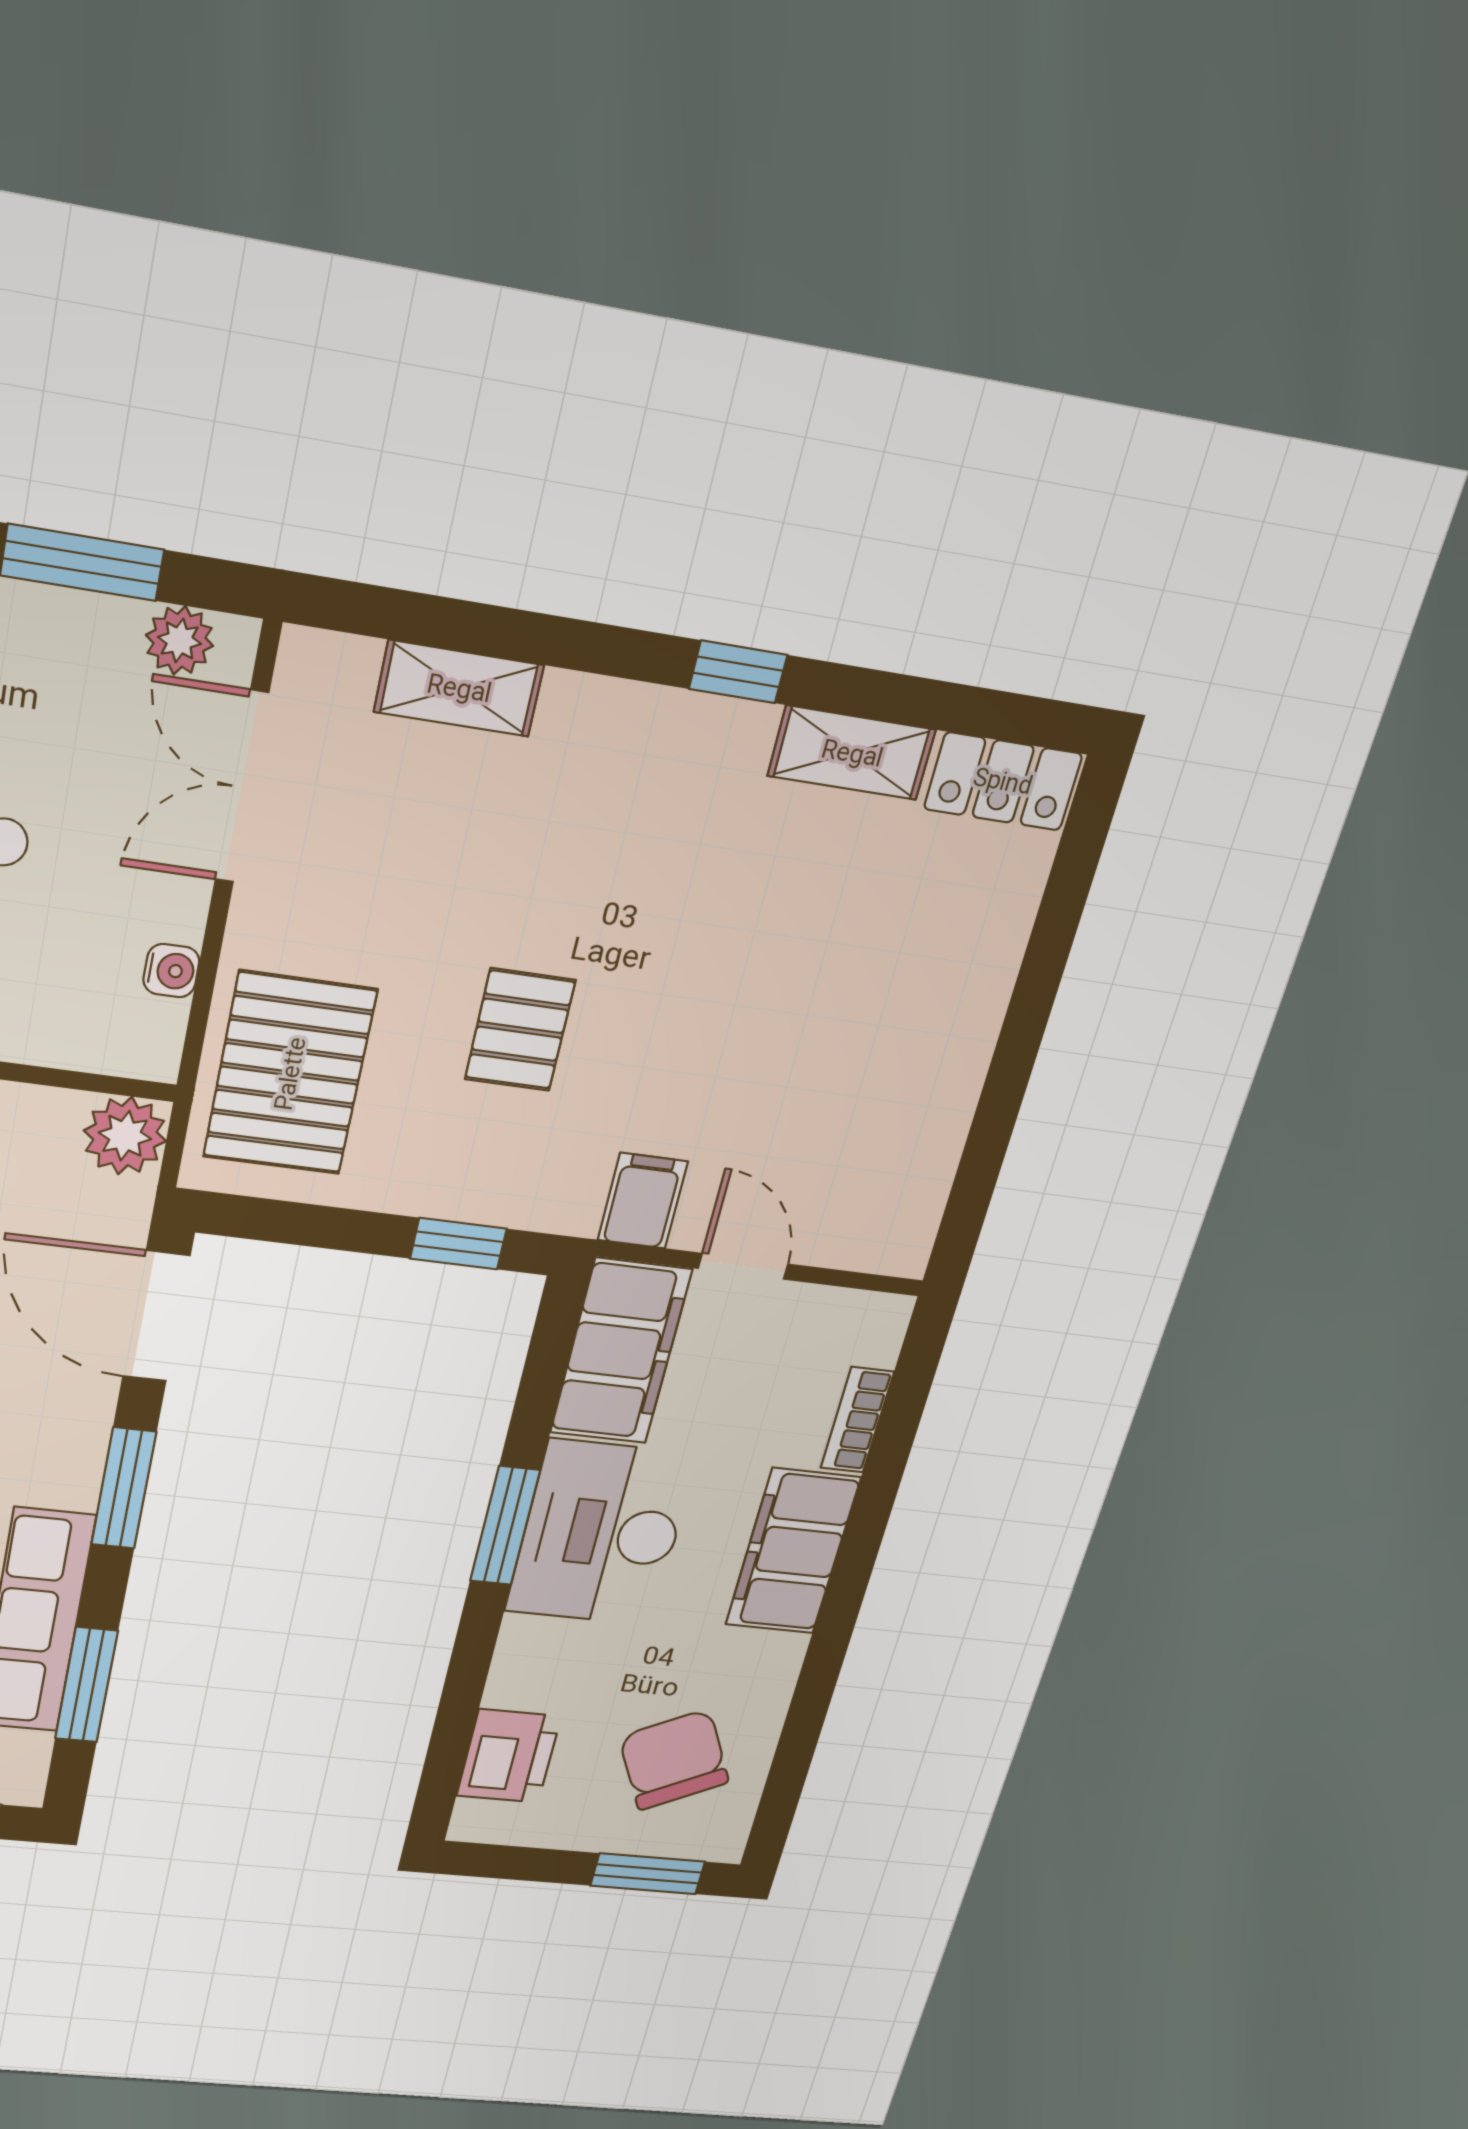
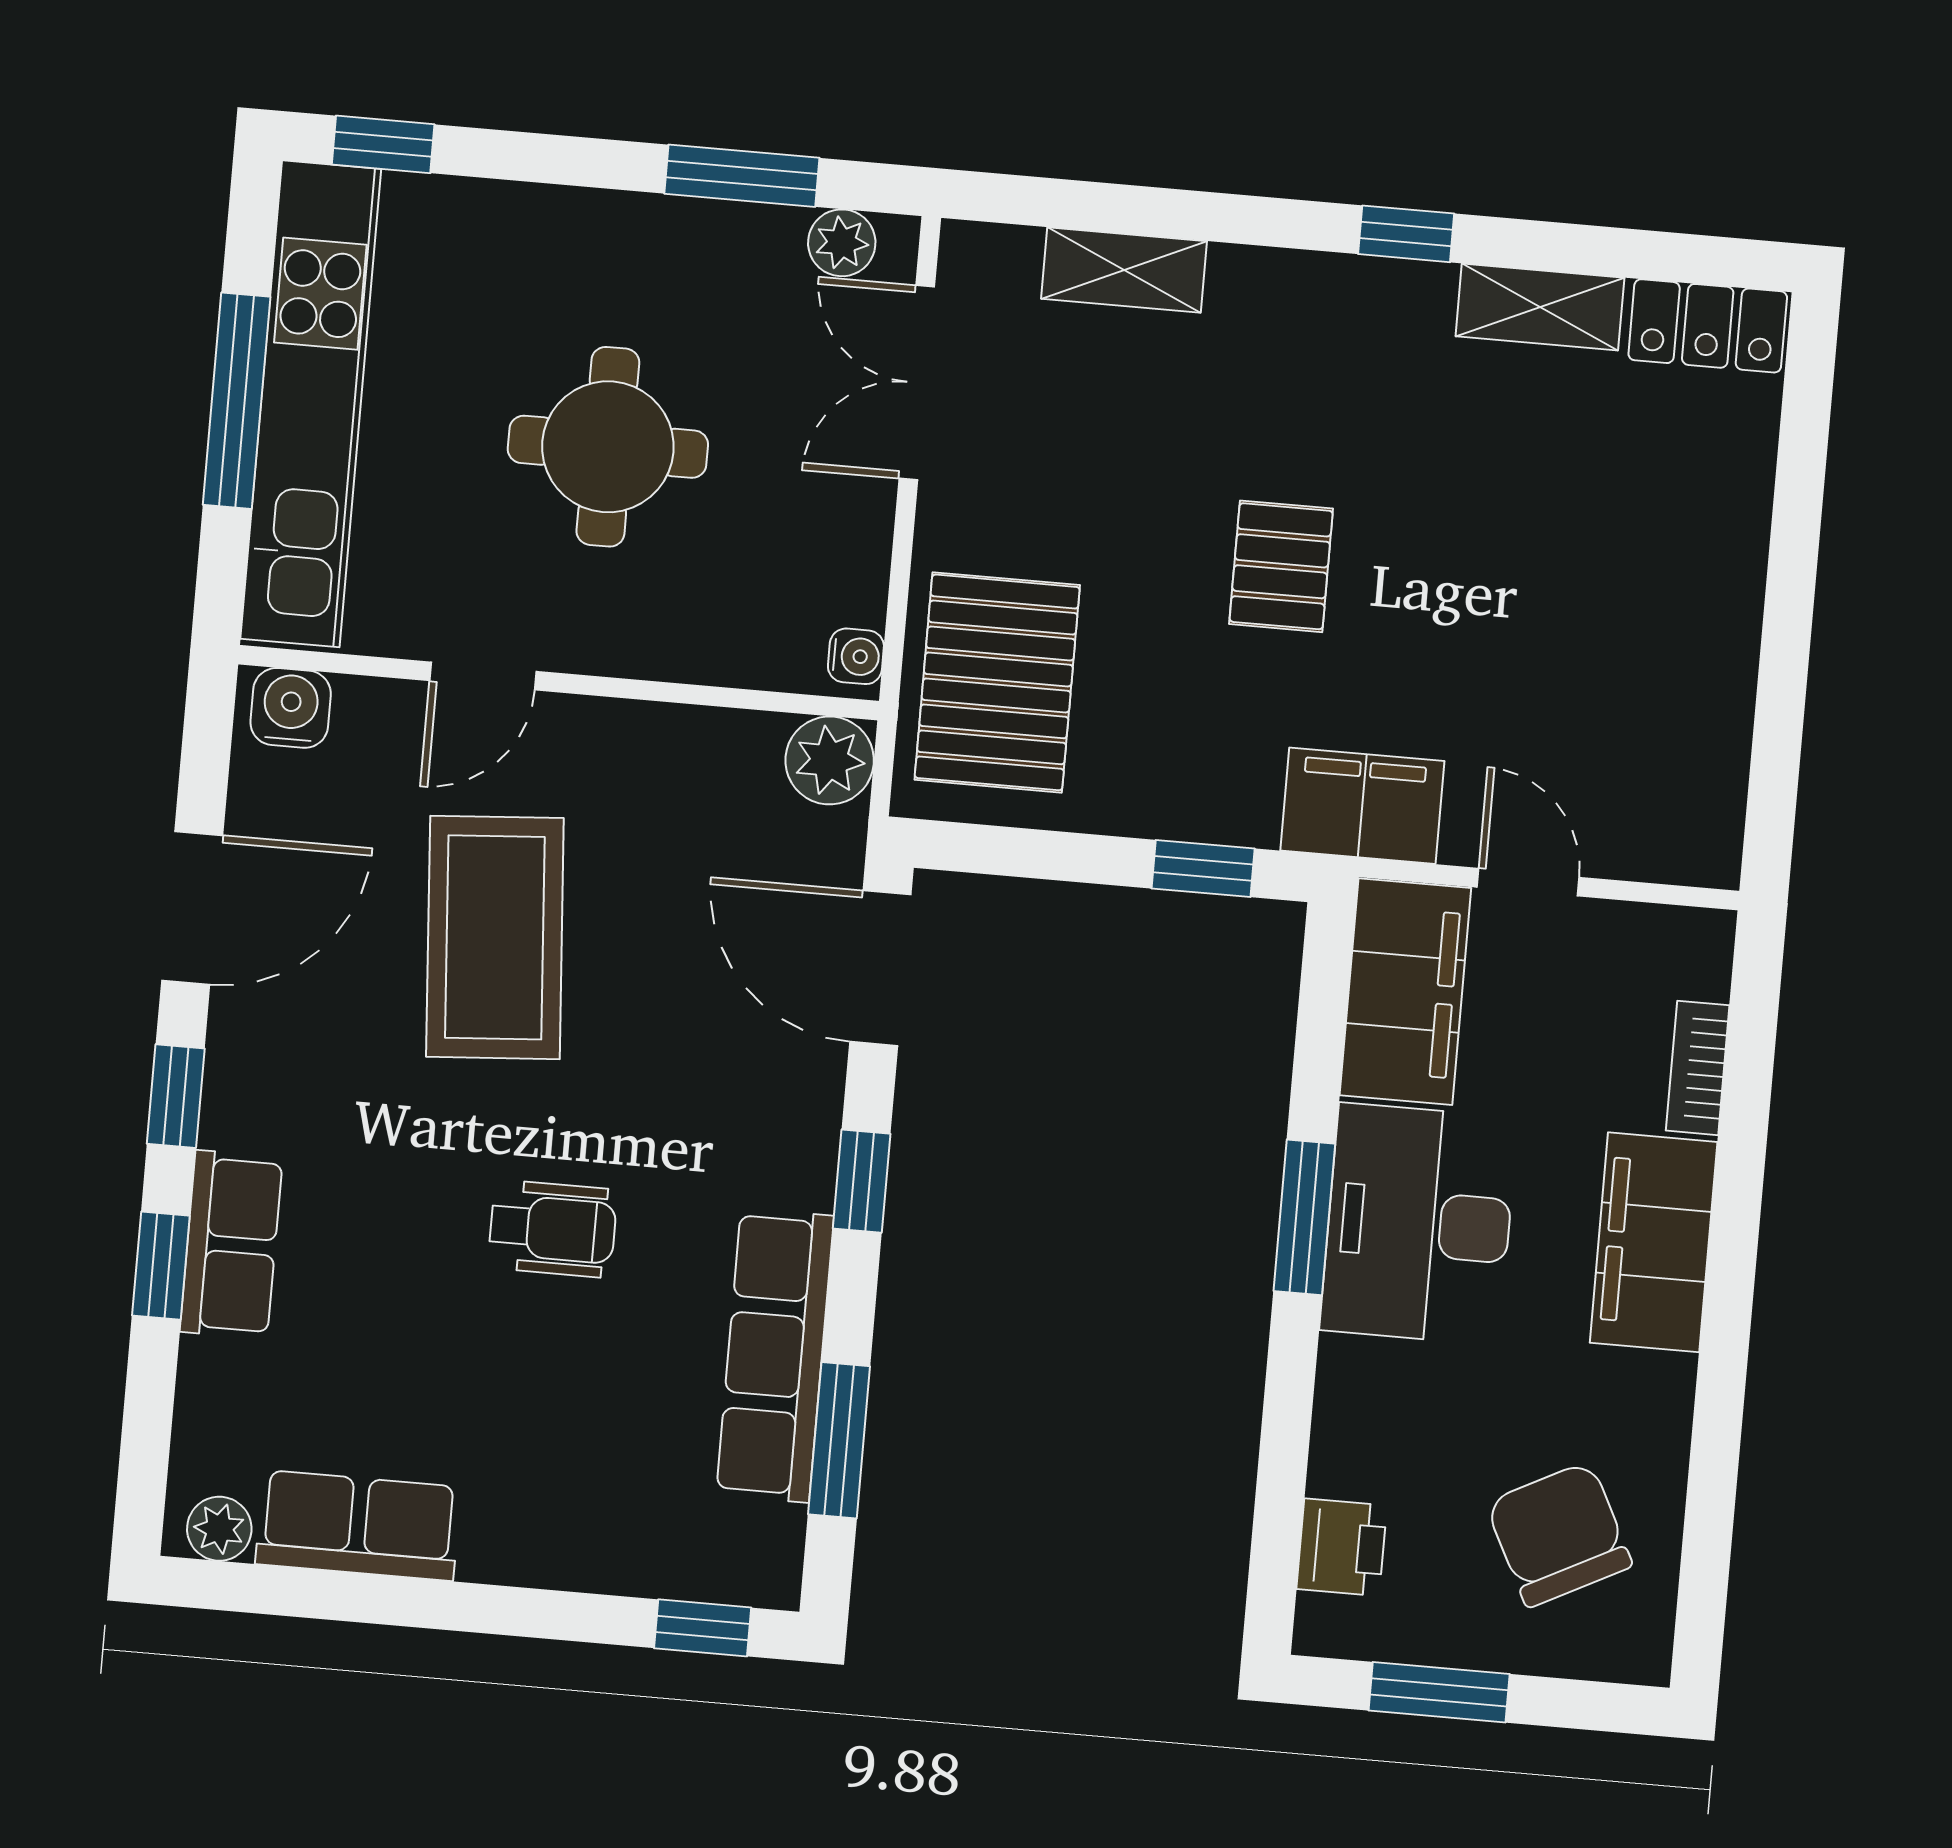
water cooler: (171, 971) -> (856, 656), moved
pallet: (520, 1030) -> (1281, 566), moved
filing cabinet: (643, 1201) -> (1362, 806), width x2.00
window: (124, 1488) -> (862, 1181), width x0.67
printer: (509, 1756) -> (1342, 1547), width x0.73, depth x0.81
window: (648, 1874) -> (1439, 1692), moved

